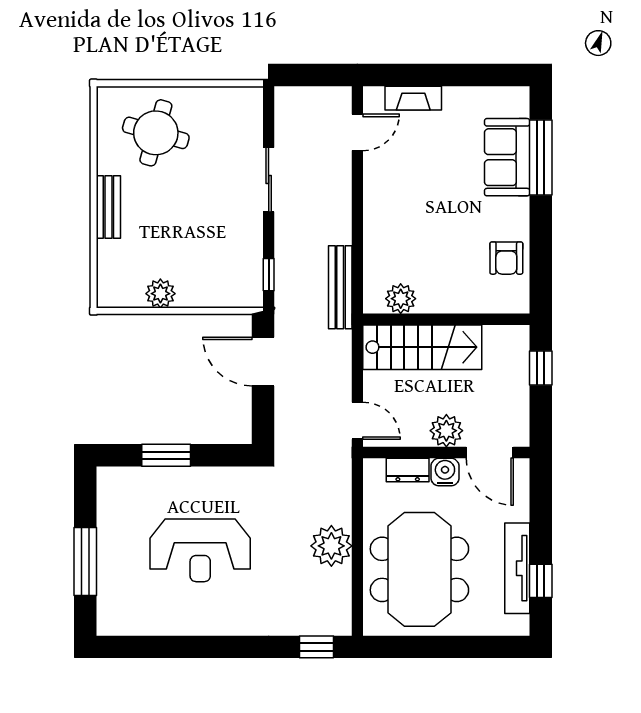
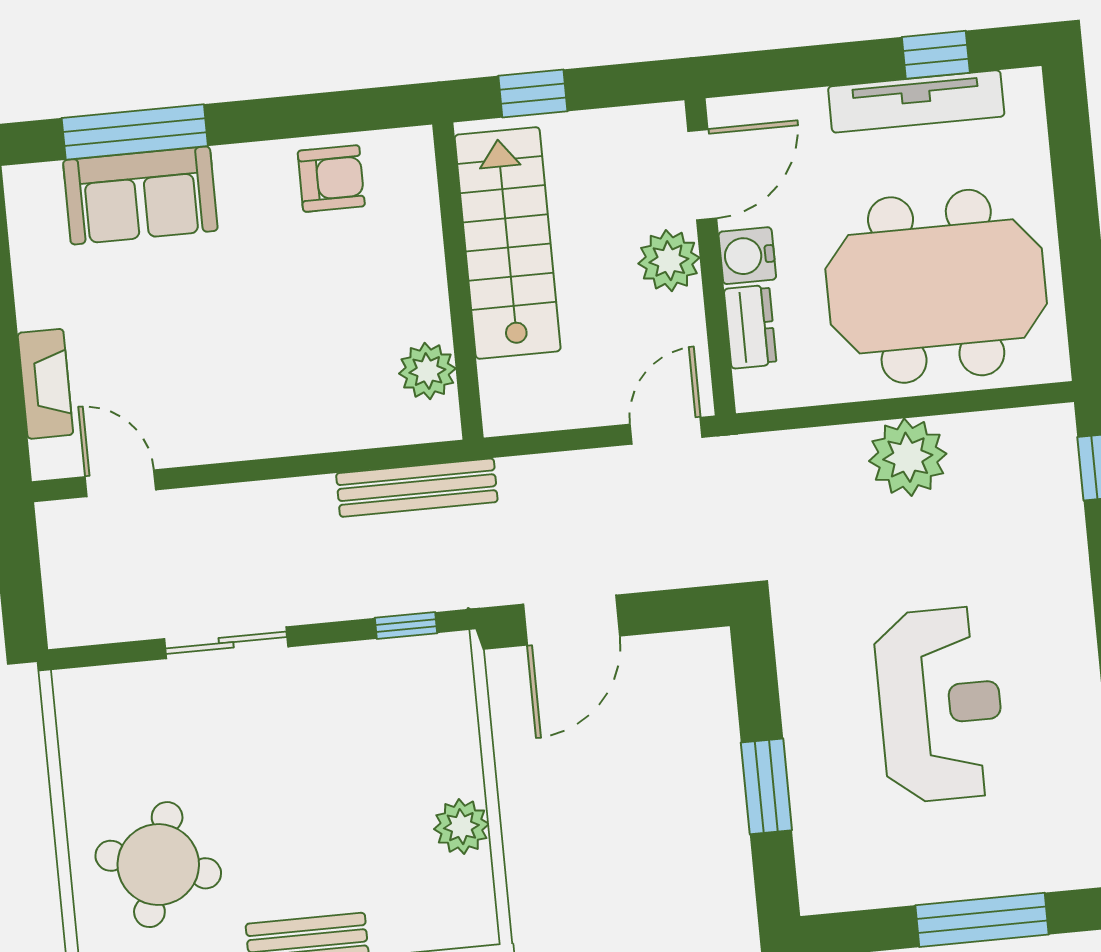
stairs: (422, 347) -> (508, 243), moved

